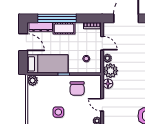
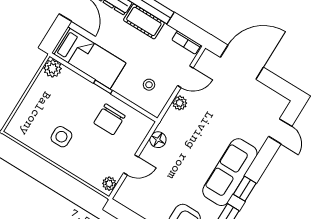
door: (102, 43) -> (185, 77), hinge flipped
plant: (110, 71) -> (173, 123), removed
door: (102, 105) -> (131, 165), swing flipped

